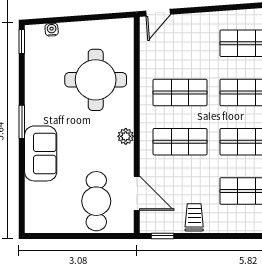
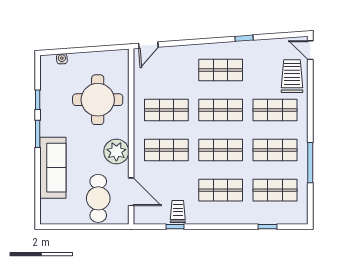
window: (22, 41) -> (38, 100), moved
plant: (126, 136) -> (116, 152), width x1.88, depth x1.88
sofa: (41, 153) -> (53, 168), width x1.36
window: (162, 236) -> (175, 227), moved

